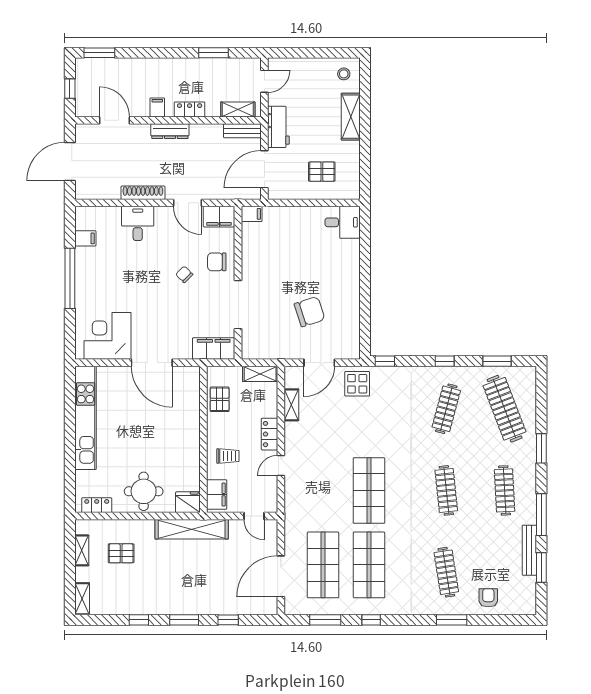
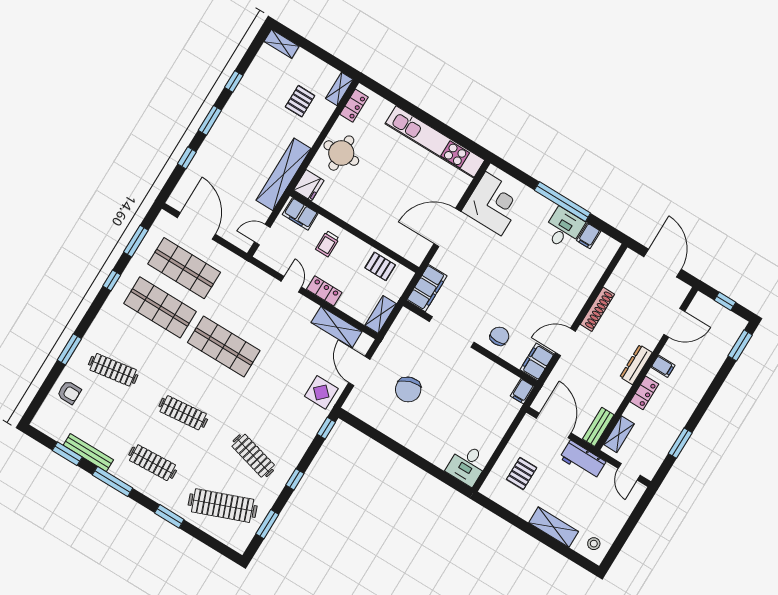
desk: (138, 223) -> (563, 228), moved, turned -90
chair: (184, 274) -> (506, 302), removed
shelving: (291, 405) -> (337, 327), width x1.50, depth x1.33
shelving: (82, 550) -> (339, 89), moved, turned 90

